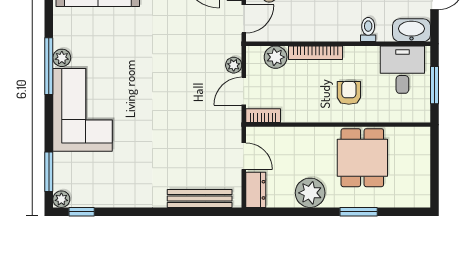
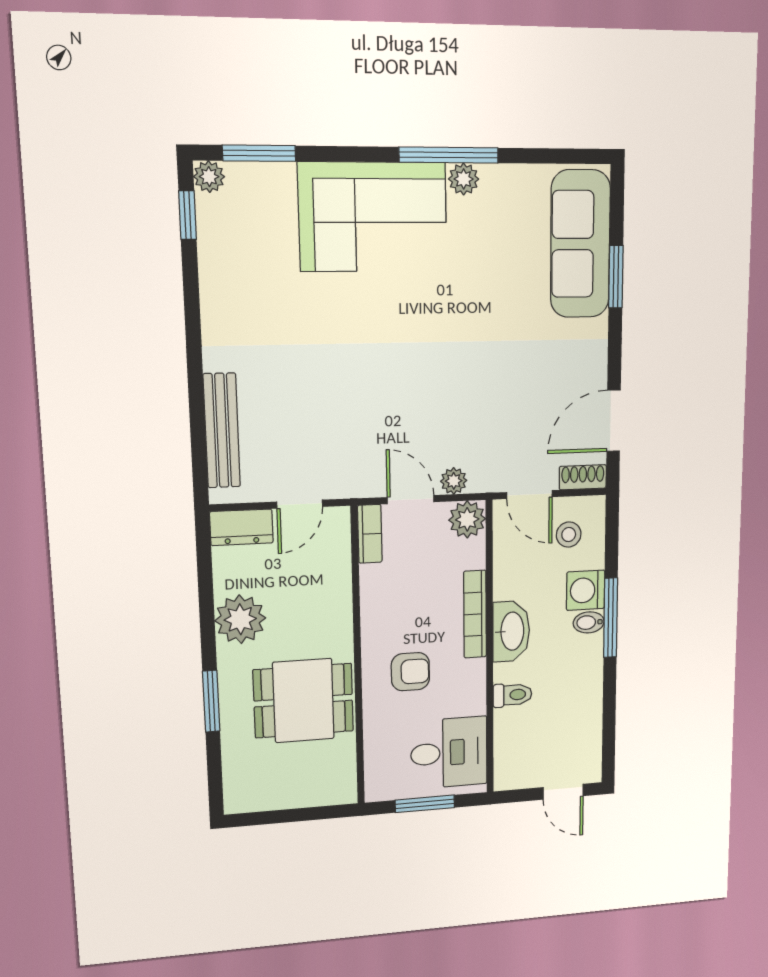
washbasin: (411, 30) -> (511, 631), moved
plant: (276, 57) -> (467, 519), moved

